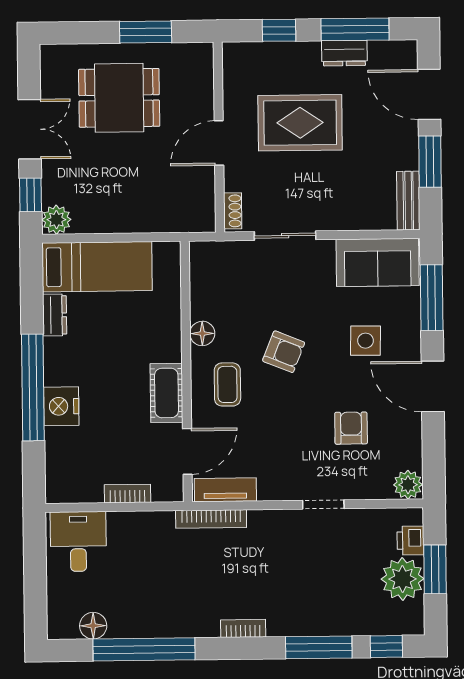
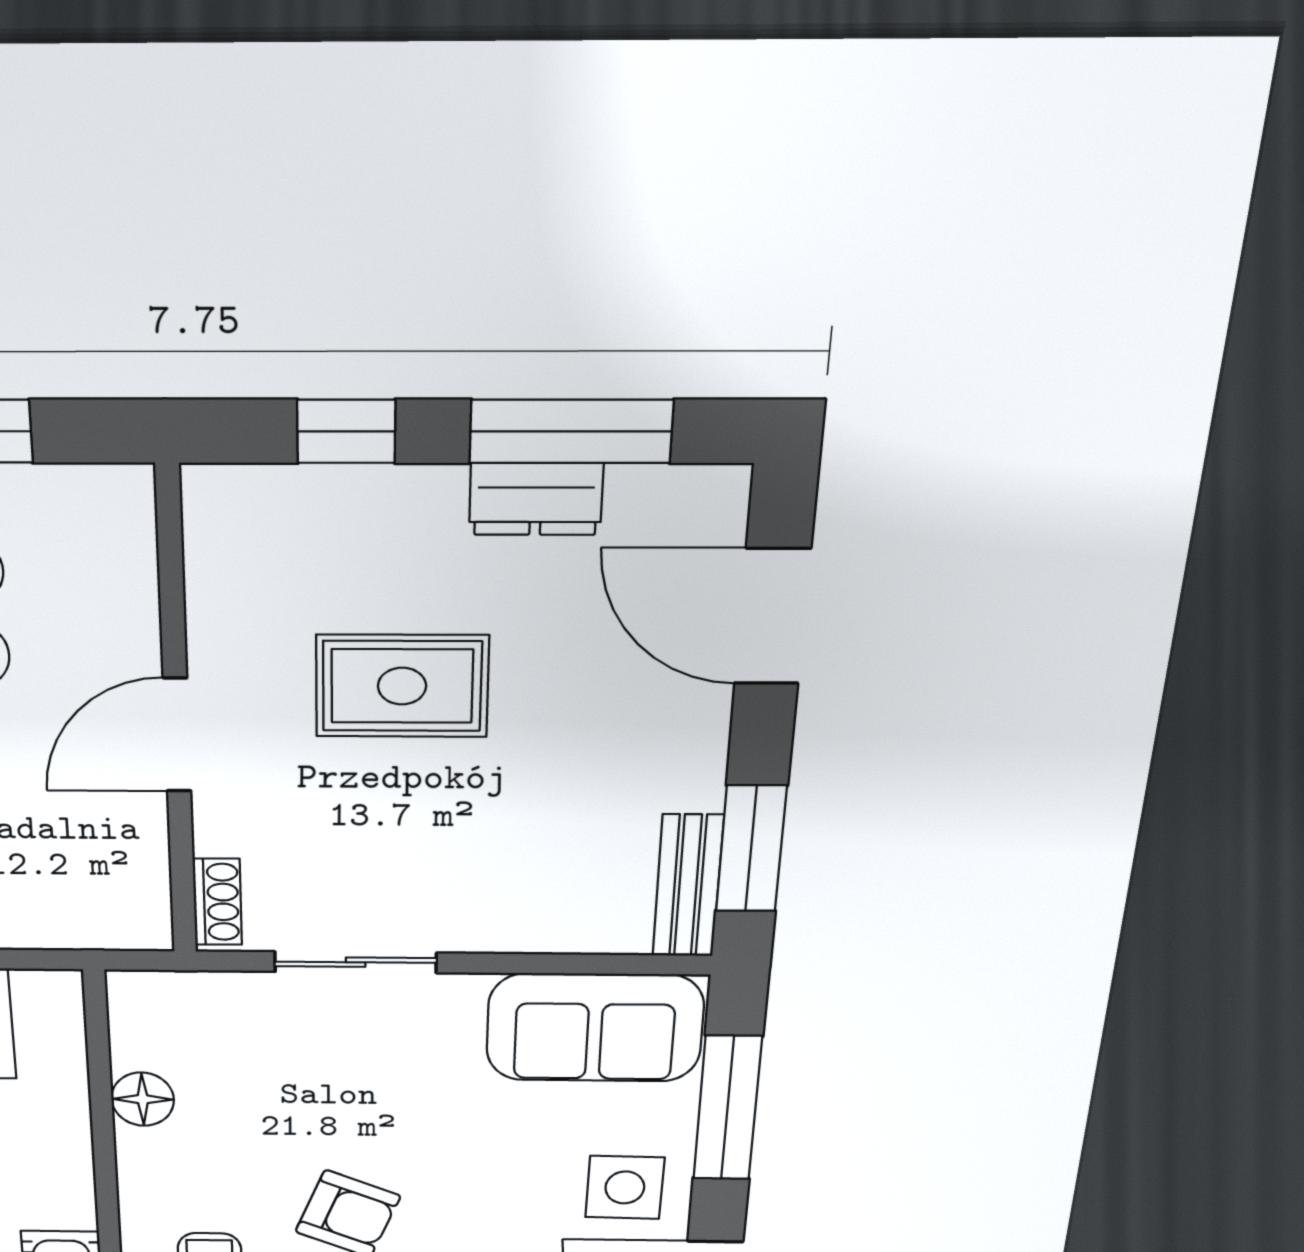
rug: (300, 123) -> (402, 686), width x0.73, depth x0.70
window: (430, 162) -> (751, 849), moved
floor lamp: (202, 333) -> (143, 1099), moved
side table: (366, 341) -> (625, 1187), moved

